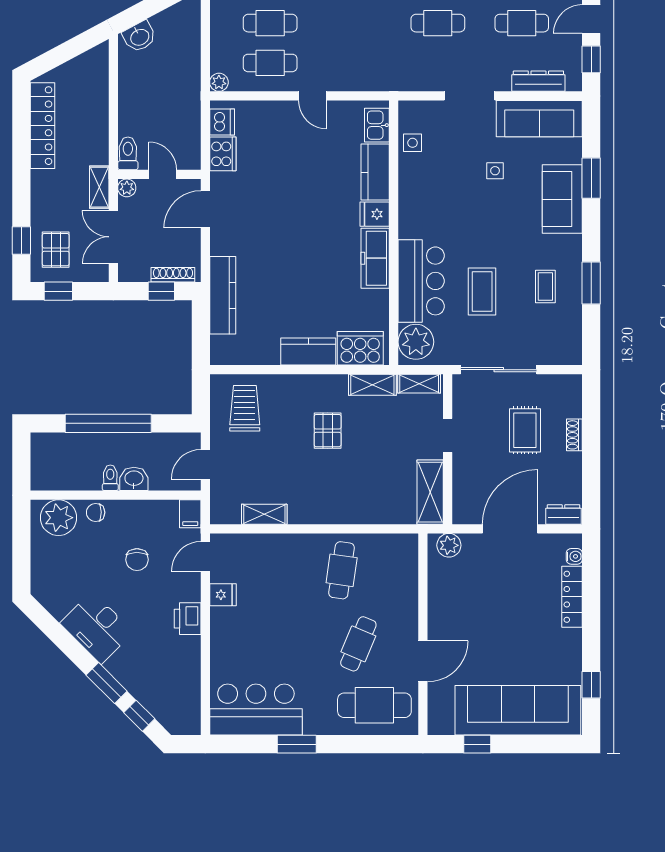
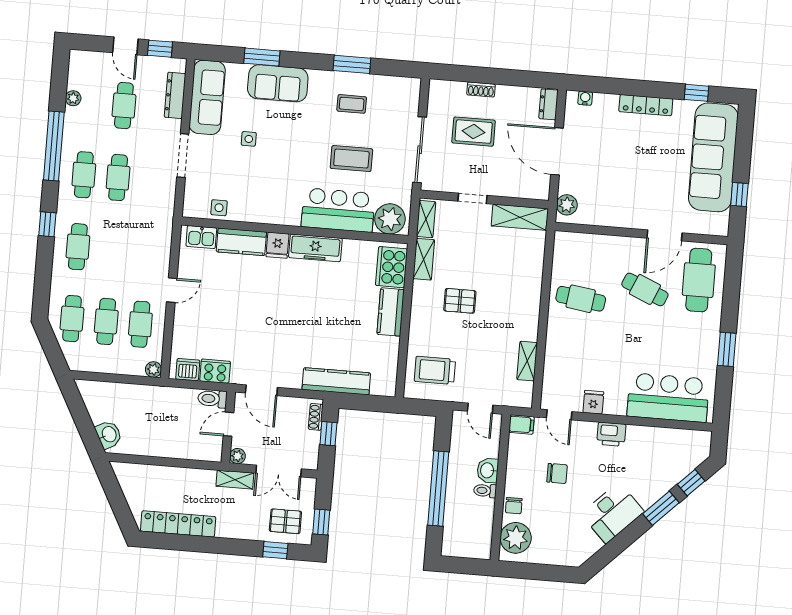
toilet: (128, 153) -> (212, 399), moved
shoe rack: (173, 275) -> (316, 417), width x0.70
locker: (572, 597) -> (646, 105), moved
door: (423, 661) -> (665, 235), swing flipped
bar counter: (256, 710) -> (668, 398), moved, turned 90

